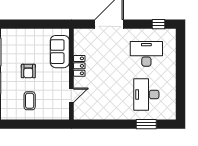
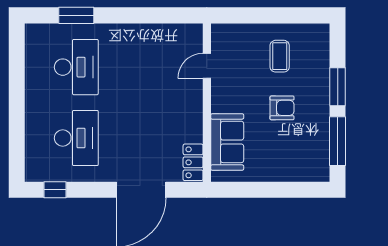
desk: (146, 54) -> (76, 138), turned -90
locker: (79, 66) -> (193, 162), moved
armchair: (28, 71) -> (282, 108), turned 90

